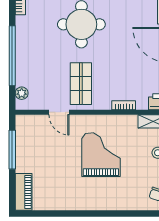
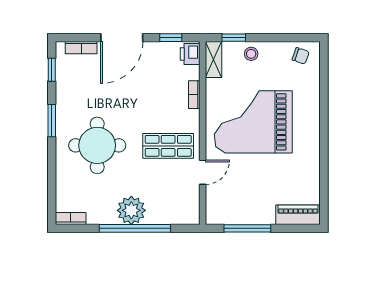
plant: (22, 93) -> (131, 210), moved, width x1.88, depth x1.88
grand piano: (101, 155) -> (253, 122), width x1.37, depth x1.48

